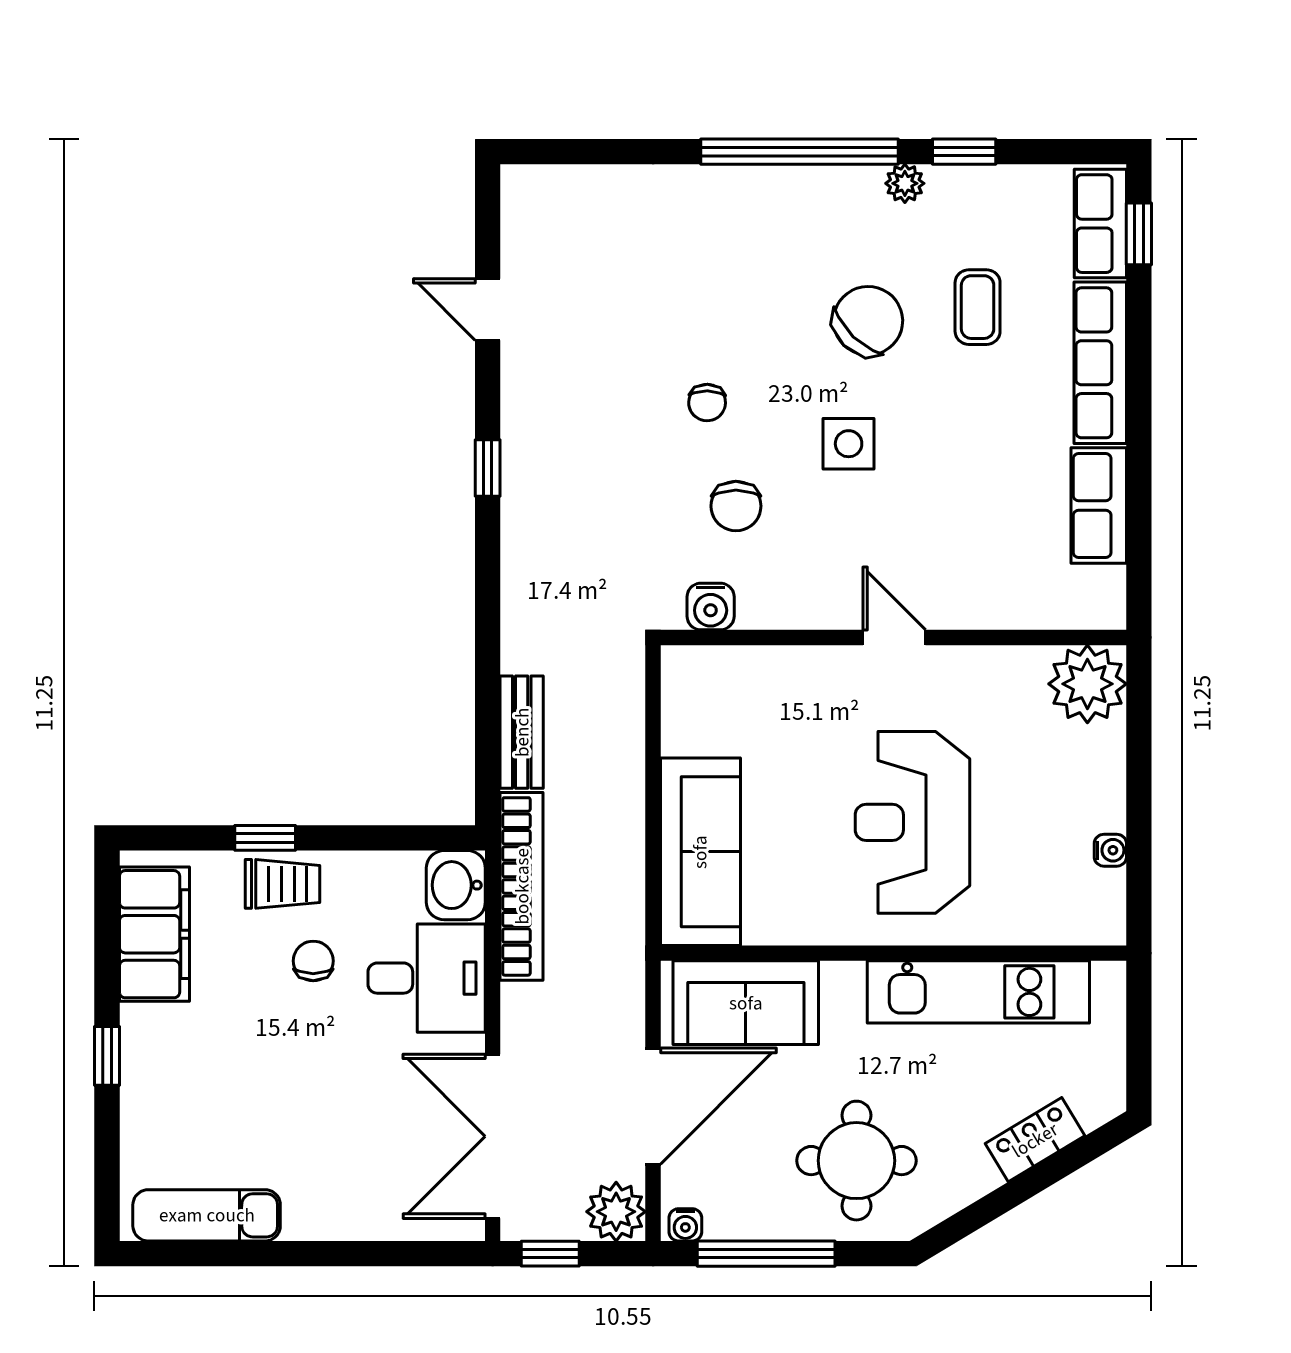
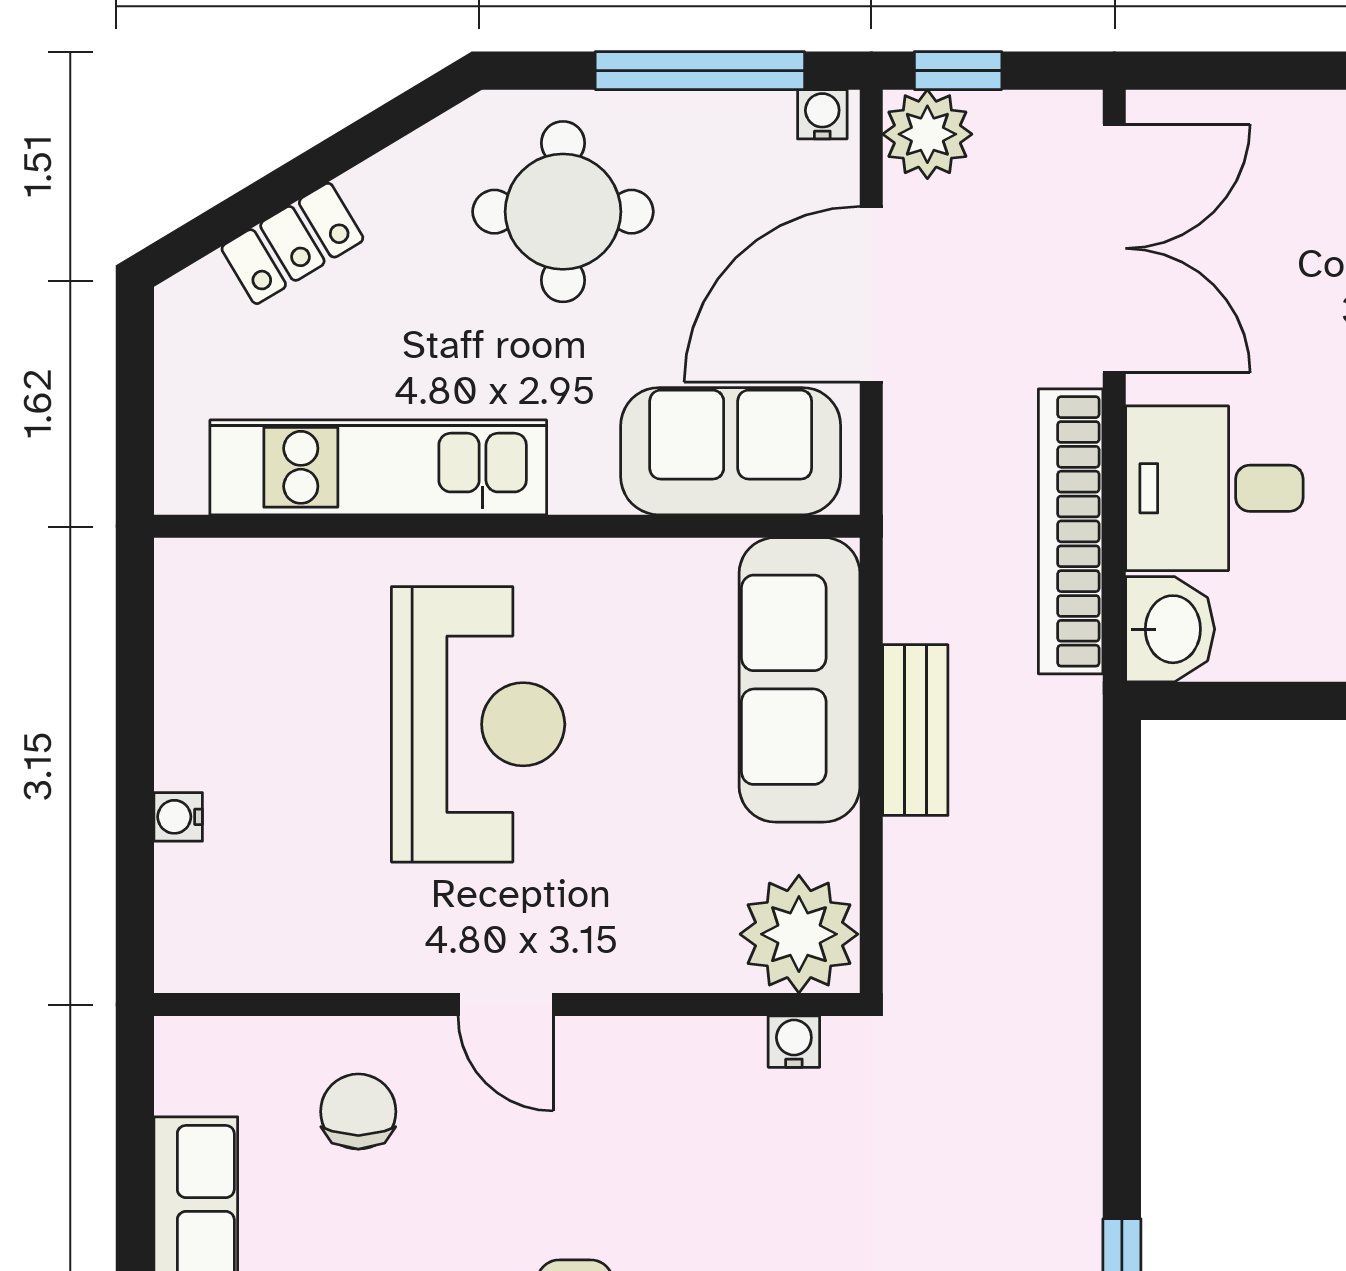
chair: (736, 506) -> (358, 1112), moved
water cooler: (711, 607) -> (794, 1042), width x0.72, depth x0.72
plant: (1087, 684) -> (799, 934), moved
bench: (522, 732) -> (915, 730), moved
water cooler: (1110, 850) -> (178, 817), moved
bookcase: (522, 886) -> (1071, 531), moved
window: (550, 1254) -> (958, 71), moved

